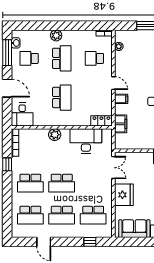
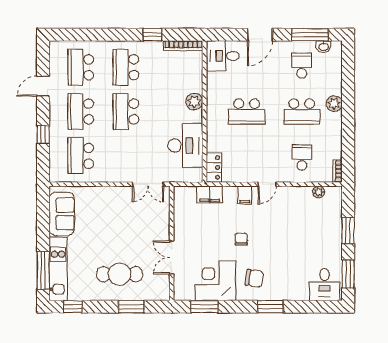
fridge: (124, 195) -> (110, 199), removed
window: (90, 242) -> (43, 134), moved

